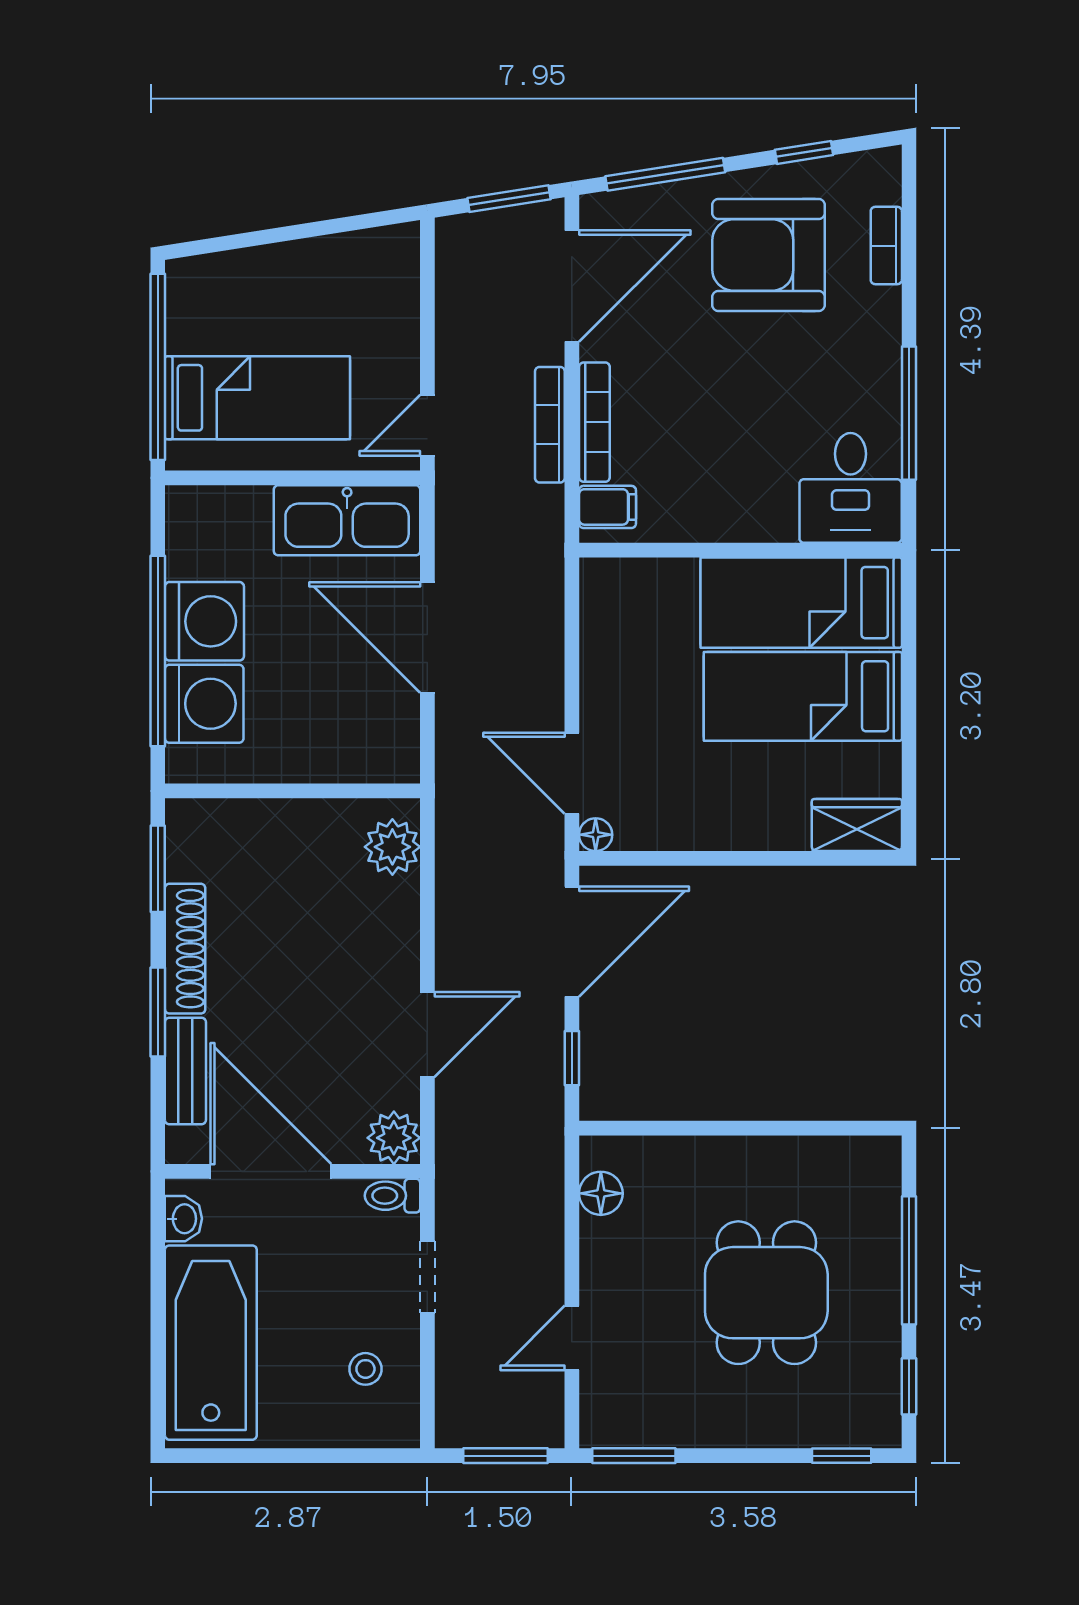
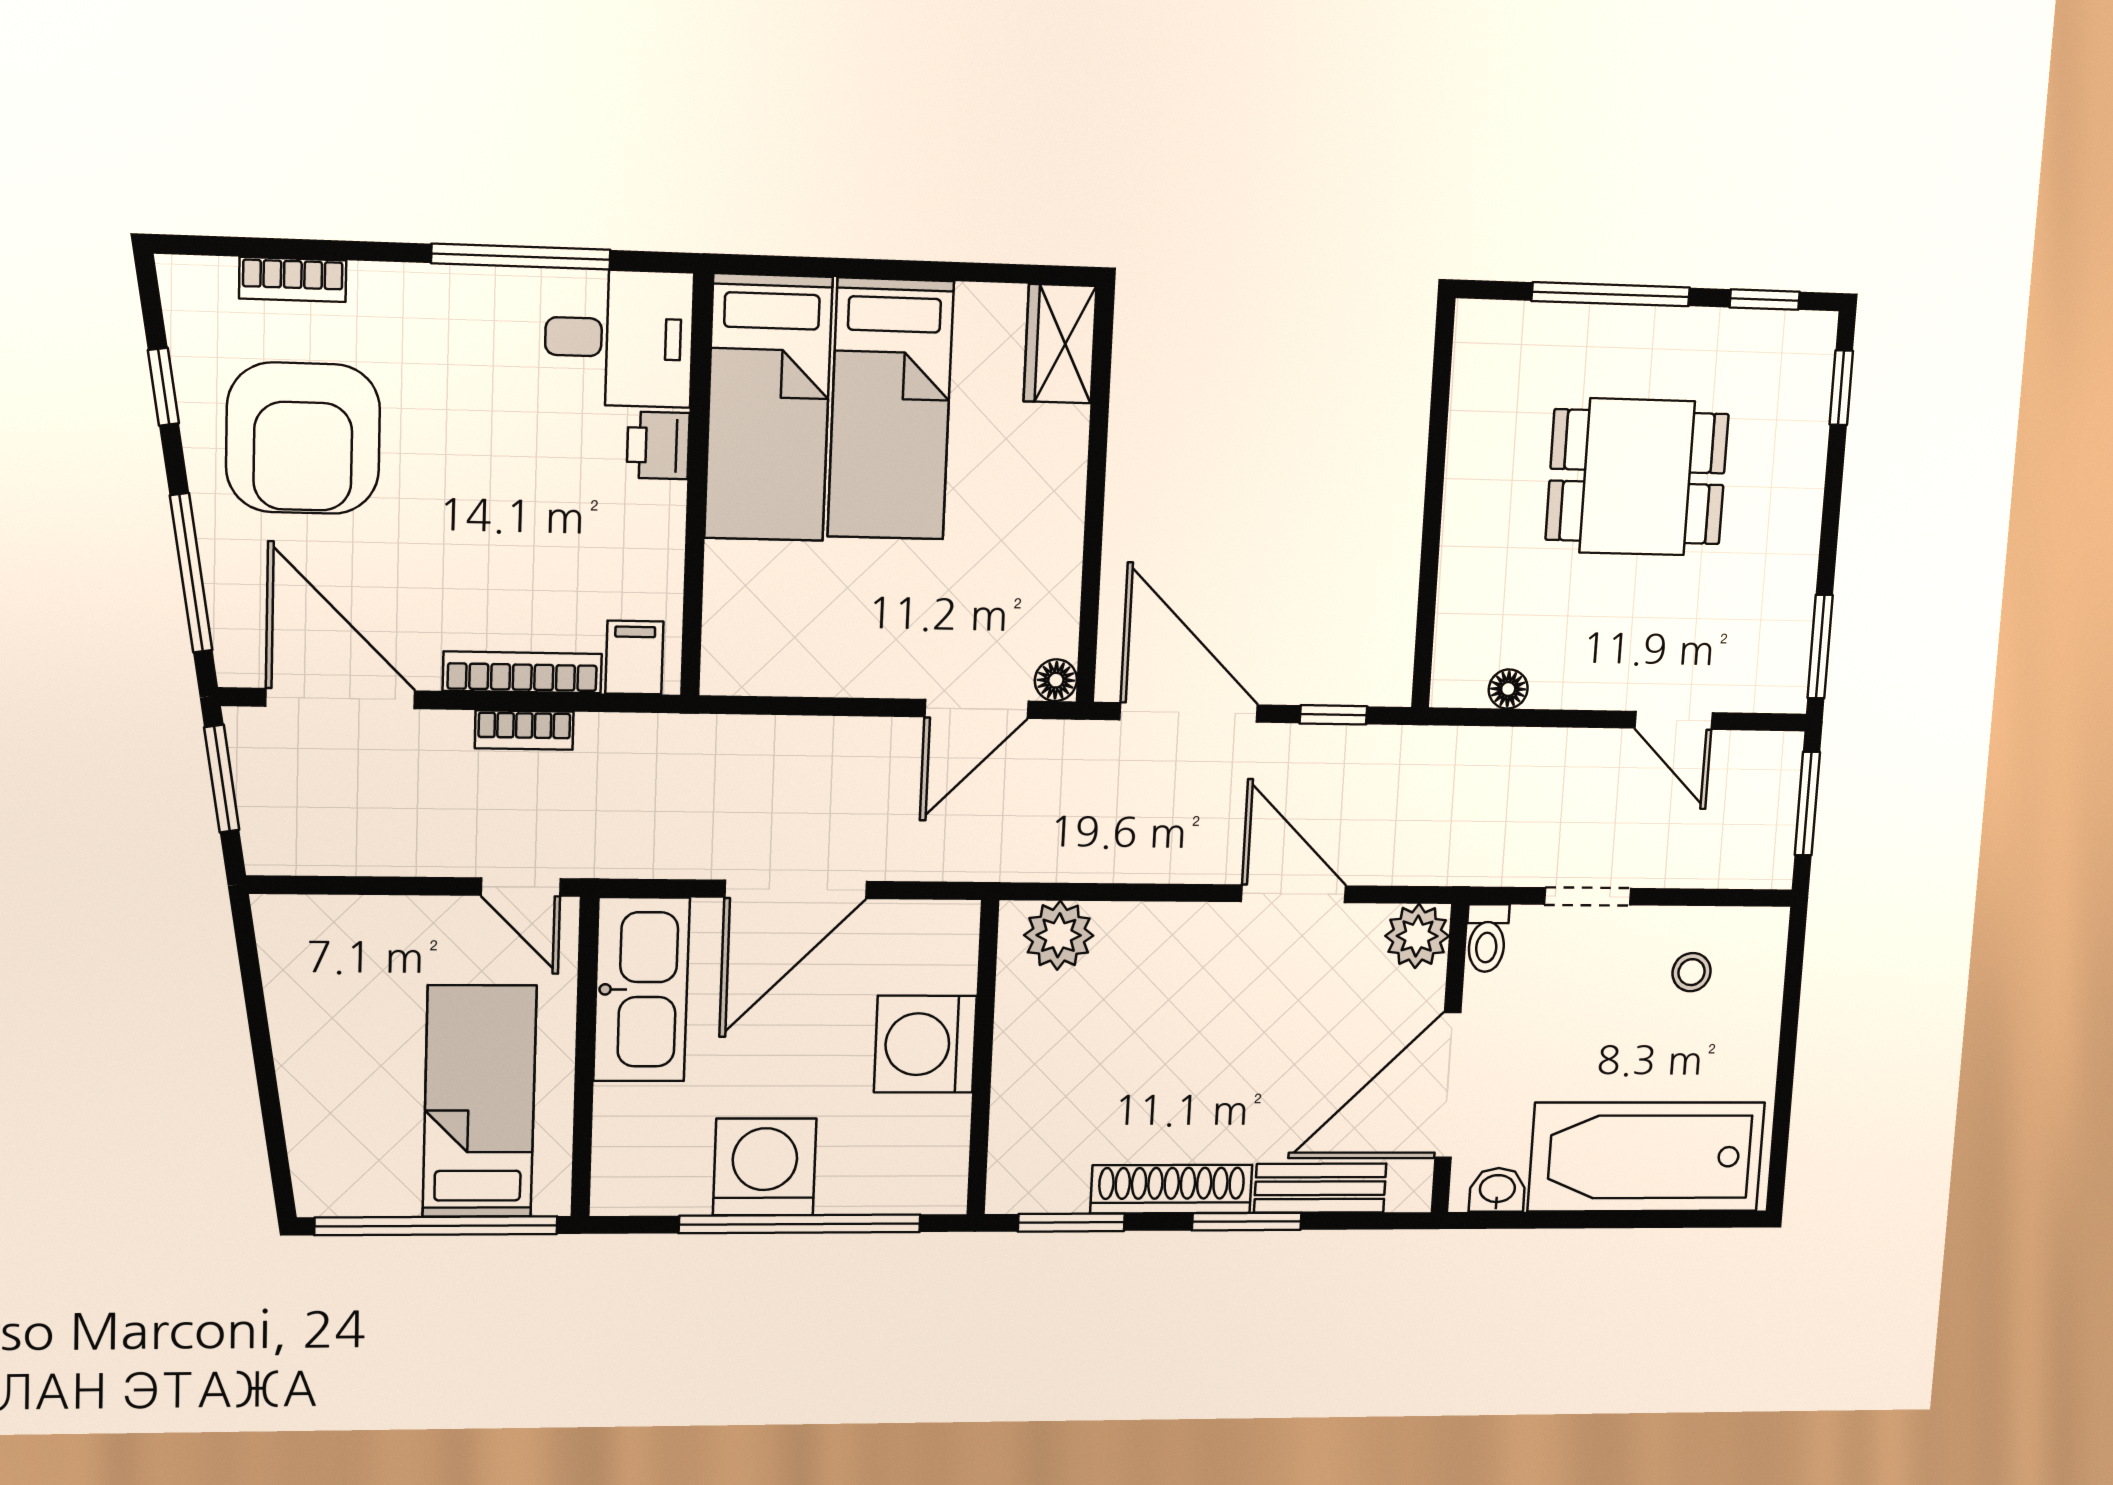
bookcase: (550, 425) -> (524, 730), width x0.64
printer: (770, 520) -> (658, 445), added
washing machine: (204, 704) -> (925, 1044), moved, turned -90
floor lamp: (601, 1193) -> (1508, 689), width x0.73, depth x0.73

